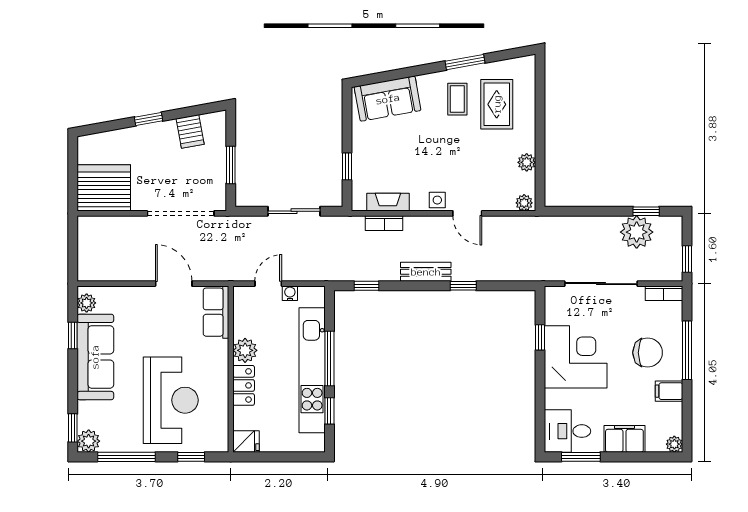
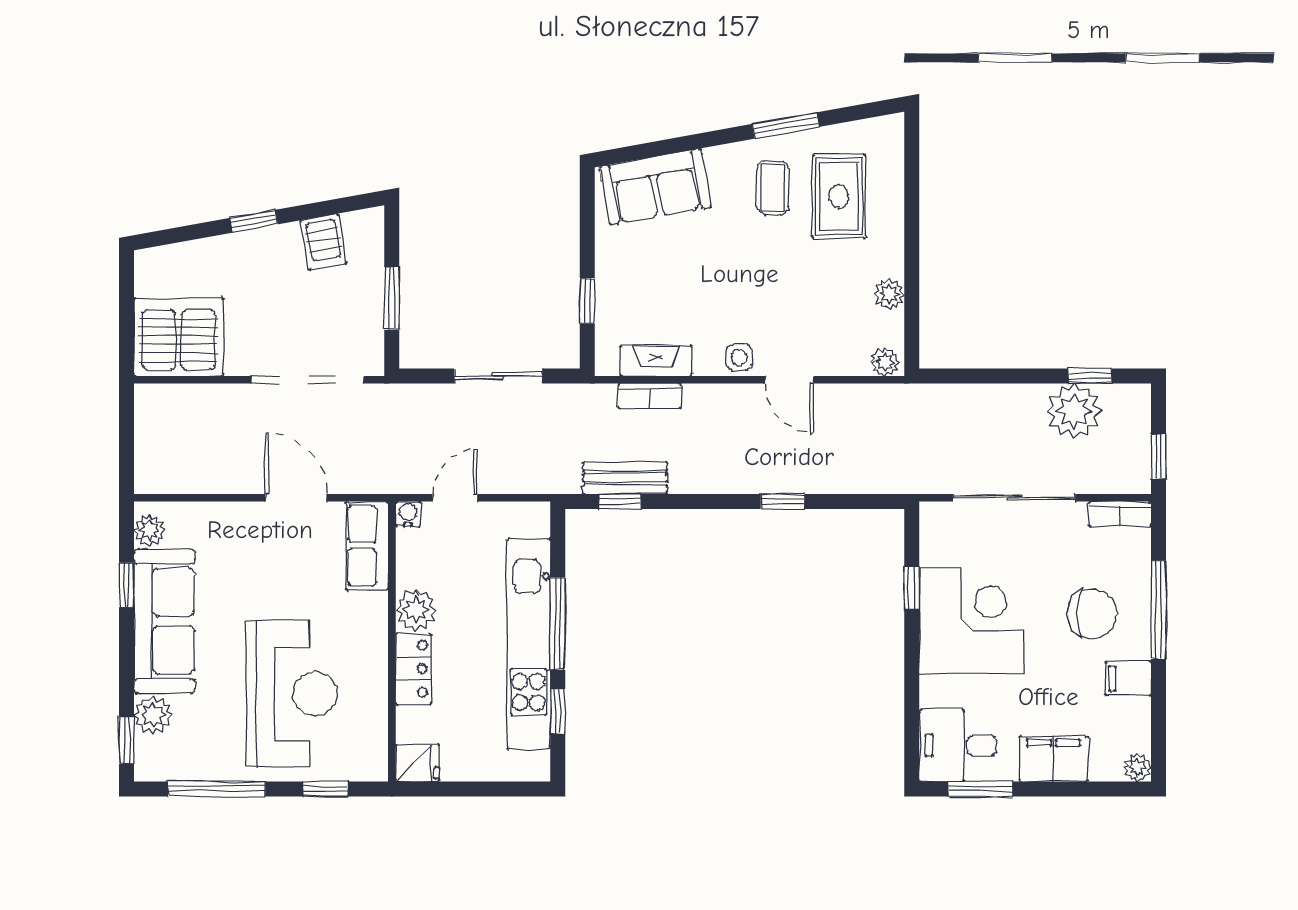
bench: (426, 272) -> (625, 478), moved
water cooler: (290, 293) -> (408, 514), moved
plant: (89, 441) -> (153, 715), moved

